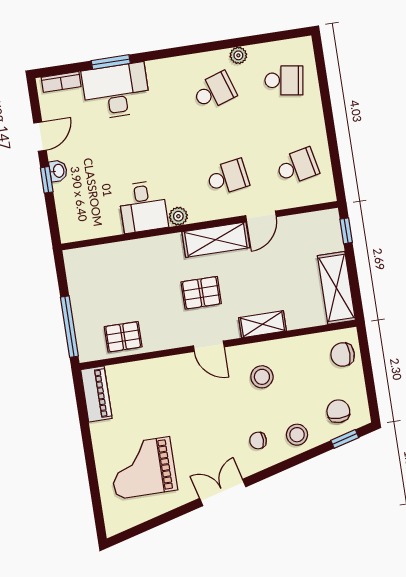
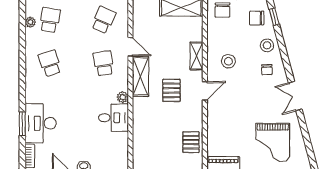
plant: (238, 55) -> (30, 22), moved
school desk: (297, 166) -> (104, 20), turned 36

